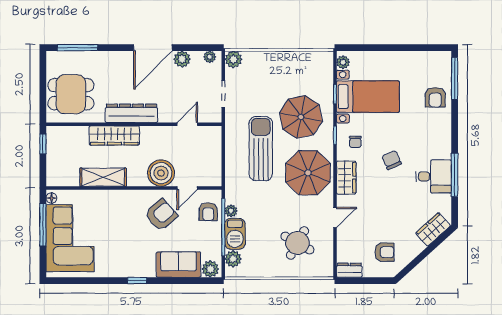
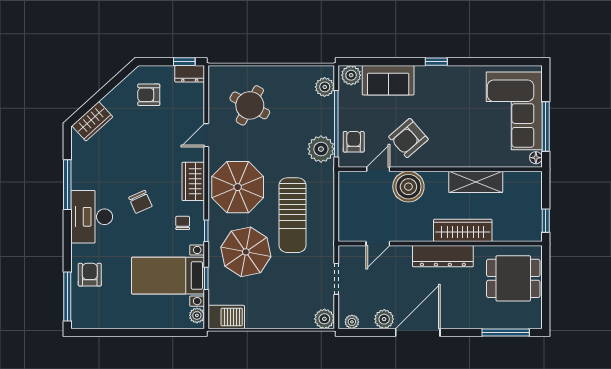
desk: (434, 176) -> (92, 217), moved, width x1.37
plant: (231, 211) -> (321, 149), width x1.88, depth x1.88
barbecue: (235, 234) -> (226, 317), moved, turned 90
window: (354, 281) -> (184, 62), added

